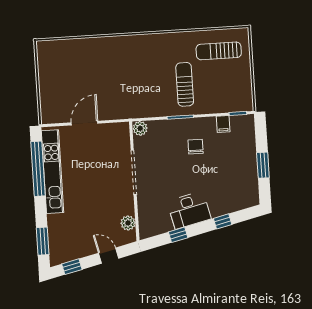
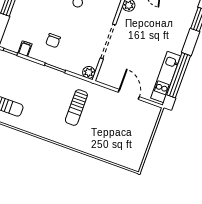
sun lounger: (185, 84) -> (76, 108), moved
door: (85, 123) -> (129, 94), swing flipped
kitchen unit: (53, 172) -> (166, 77), width x0.73

